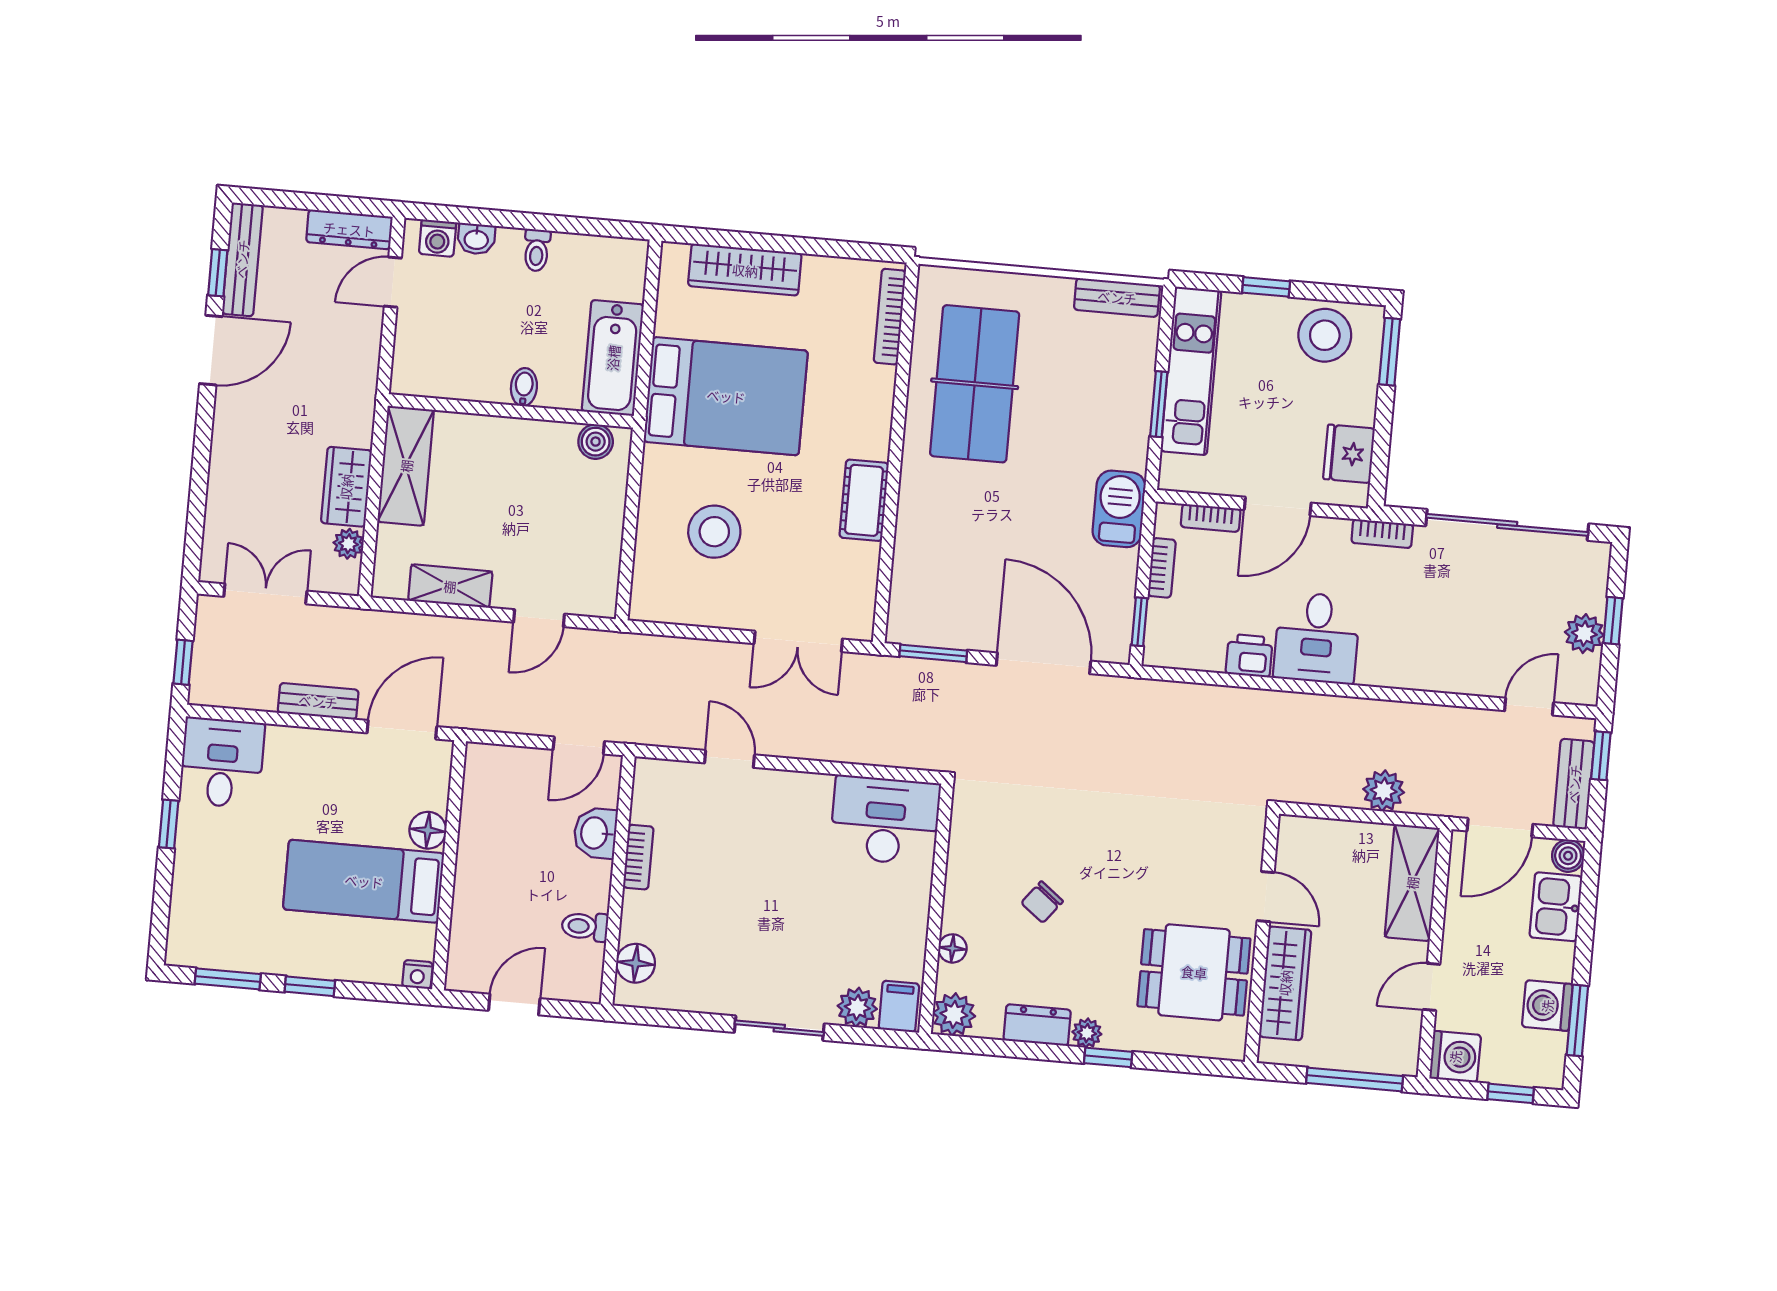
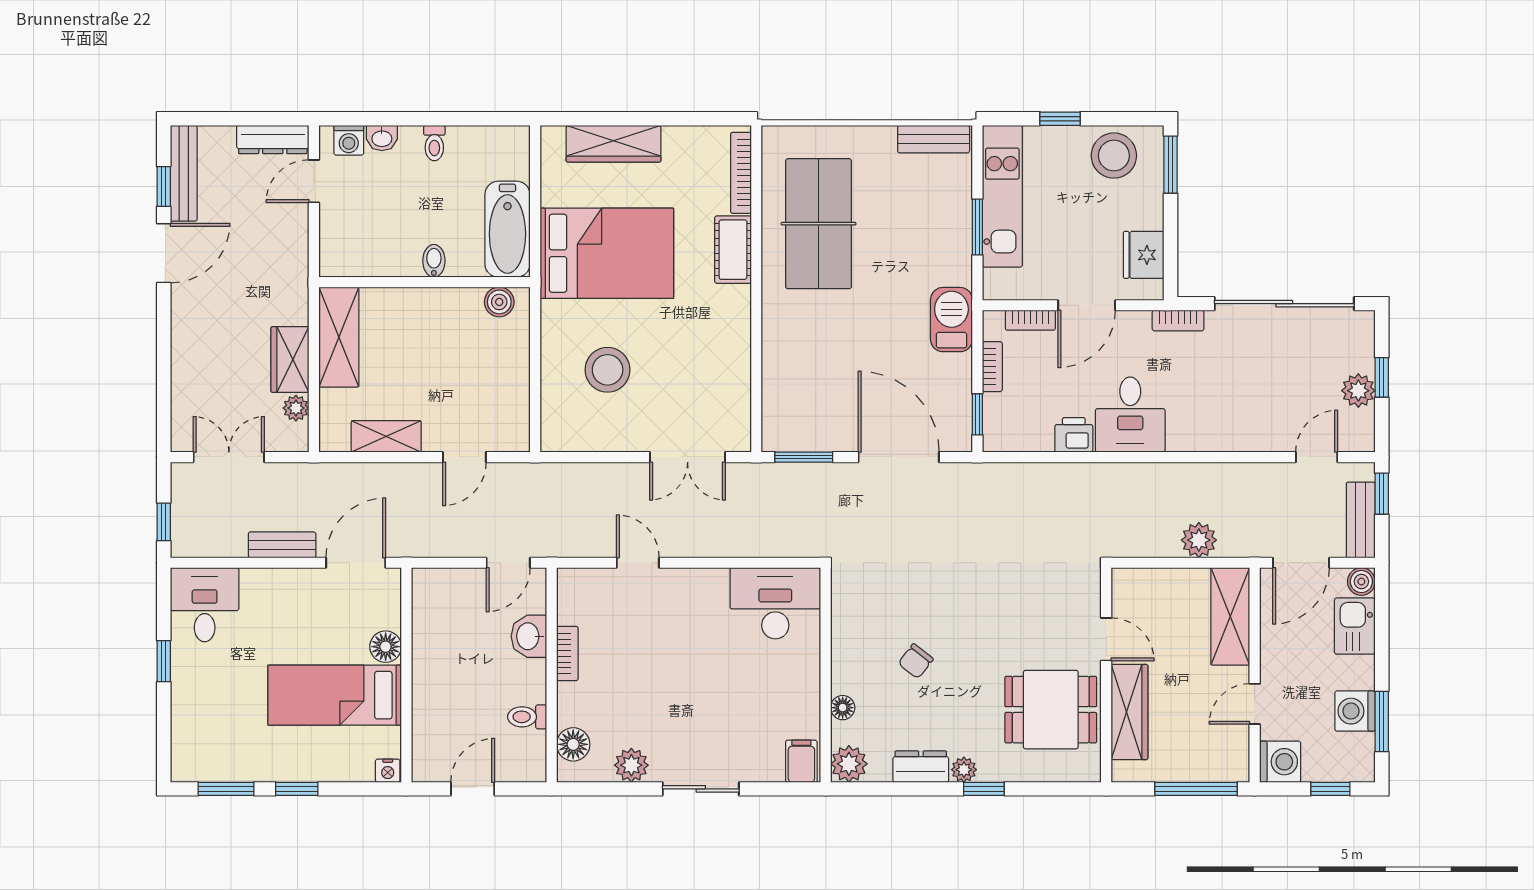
cot: (864, 500) -> (733, 250), moved
plant: (857, 1007) -> (631, 765), moved

